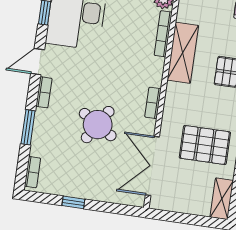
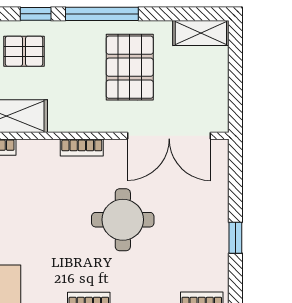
round table: (98, 125) -> (123, 220), turned -32

